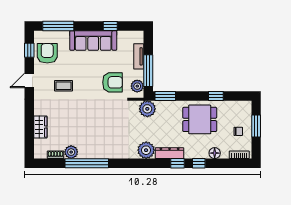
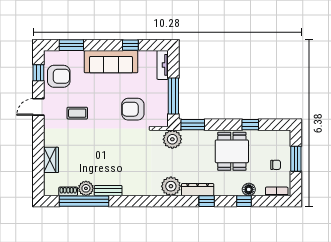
window: (58, 26) -> (71, 45), width x0.69
armchair: (47, 53) -> (59, 76), turned 90
tv unit: (139, 56) -> (163, 65), moved
armchair: (112, 82) -> (133, 109), turned 180
plant: (137, 86) -> (161, 113), removed
dining table: (200, 119) -> (232, 151), turned 90
bench: (91, 154) -> (108, 191), added
window: (87, 163) -> (84, 201), moved
window: (199, 163) -> (244, 201), moved

